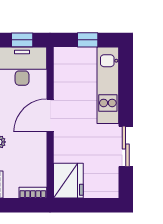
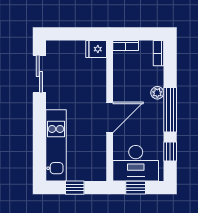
sliding door: (126, 146) -> (39, 74), moved
fridge: (68, 181) -> (96, 49), width x0.53, depth x0.75

